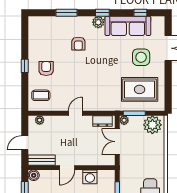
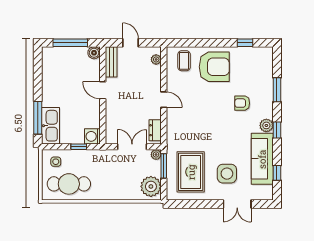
window: (25, 66) -> (245, 43), moved
armchair: (46, 69) -> (214, 67), width x1.88, depth x1.88
washing machine: (90, 177) -> (92, 136), moved

